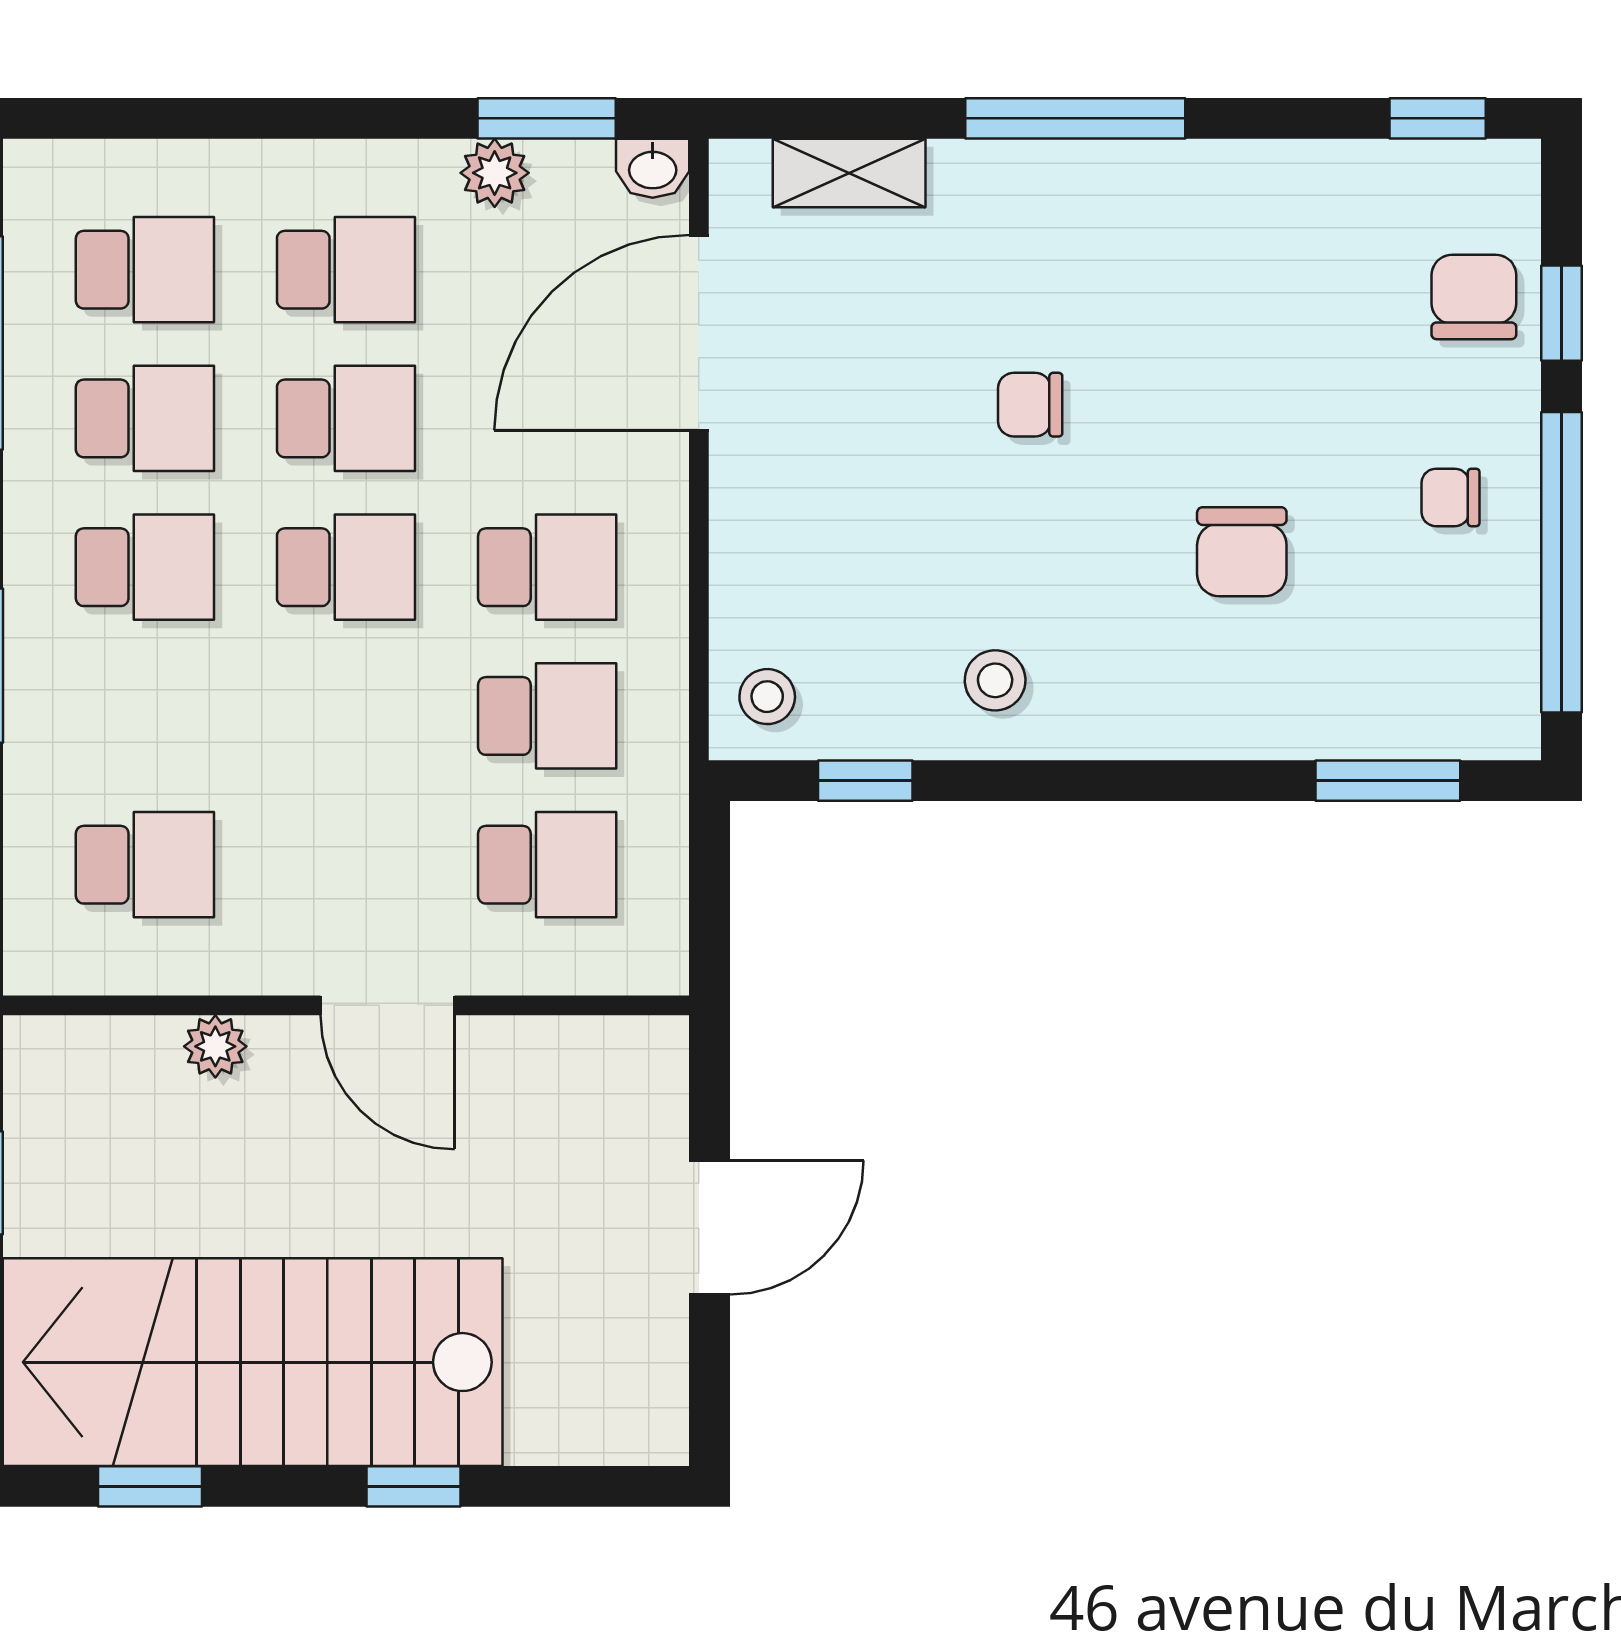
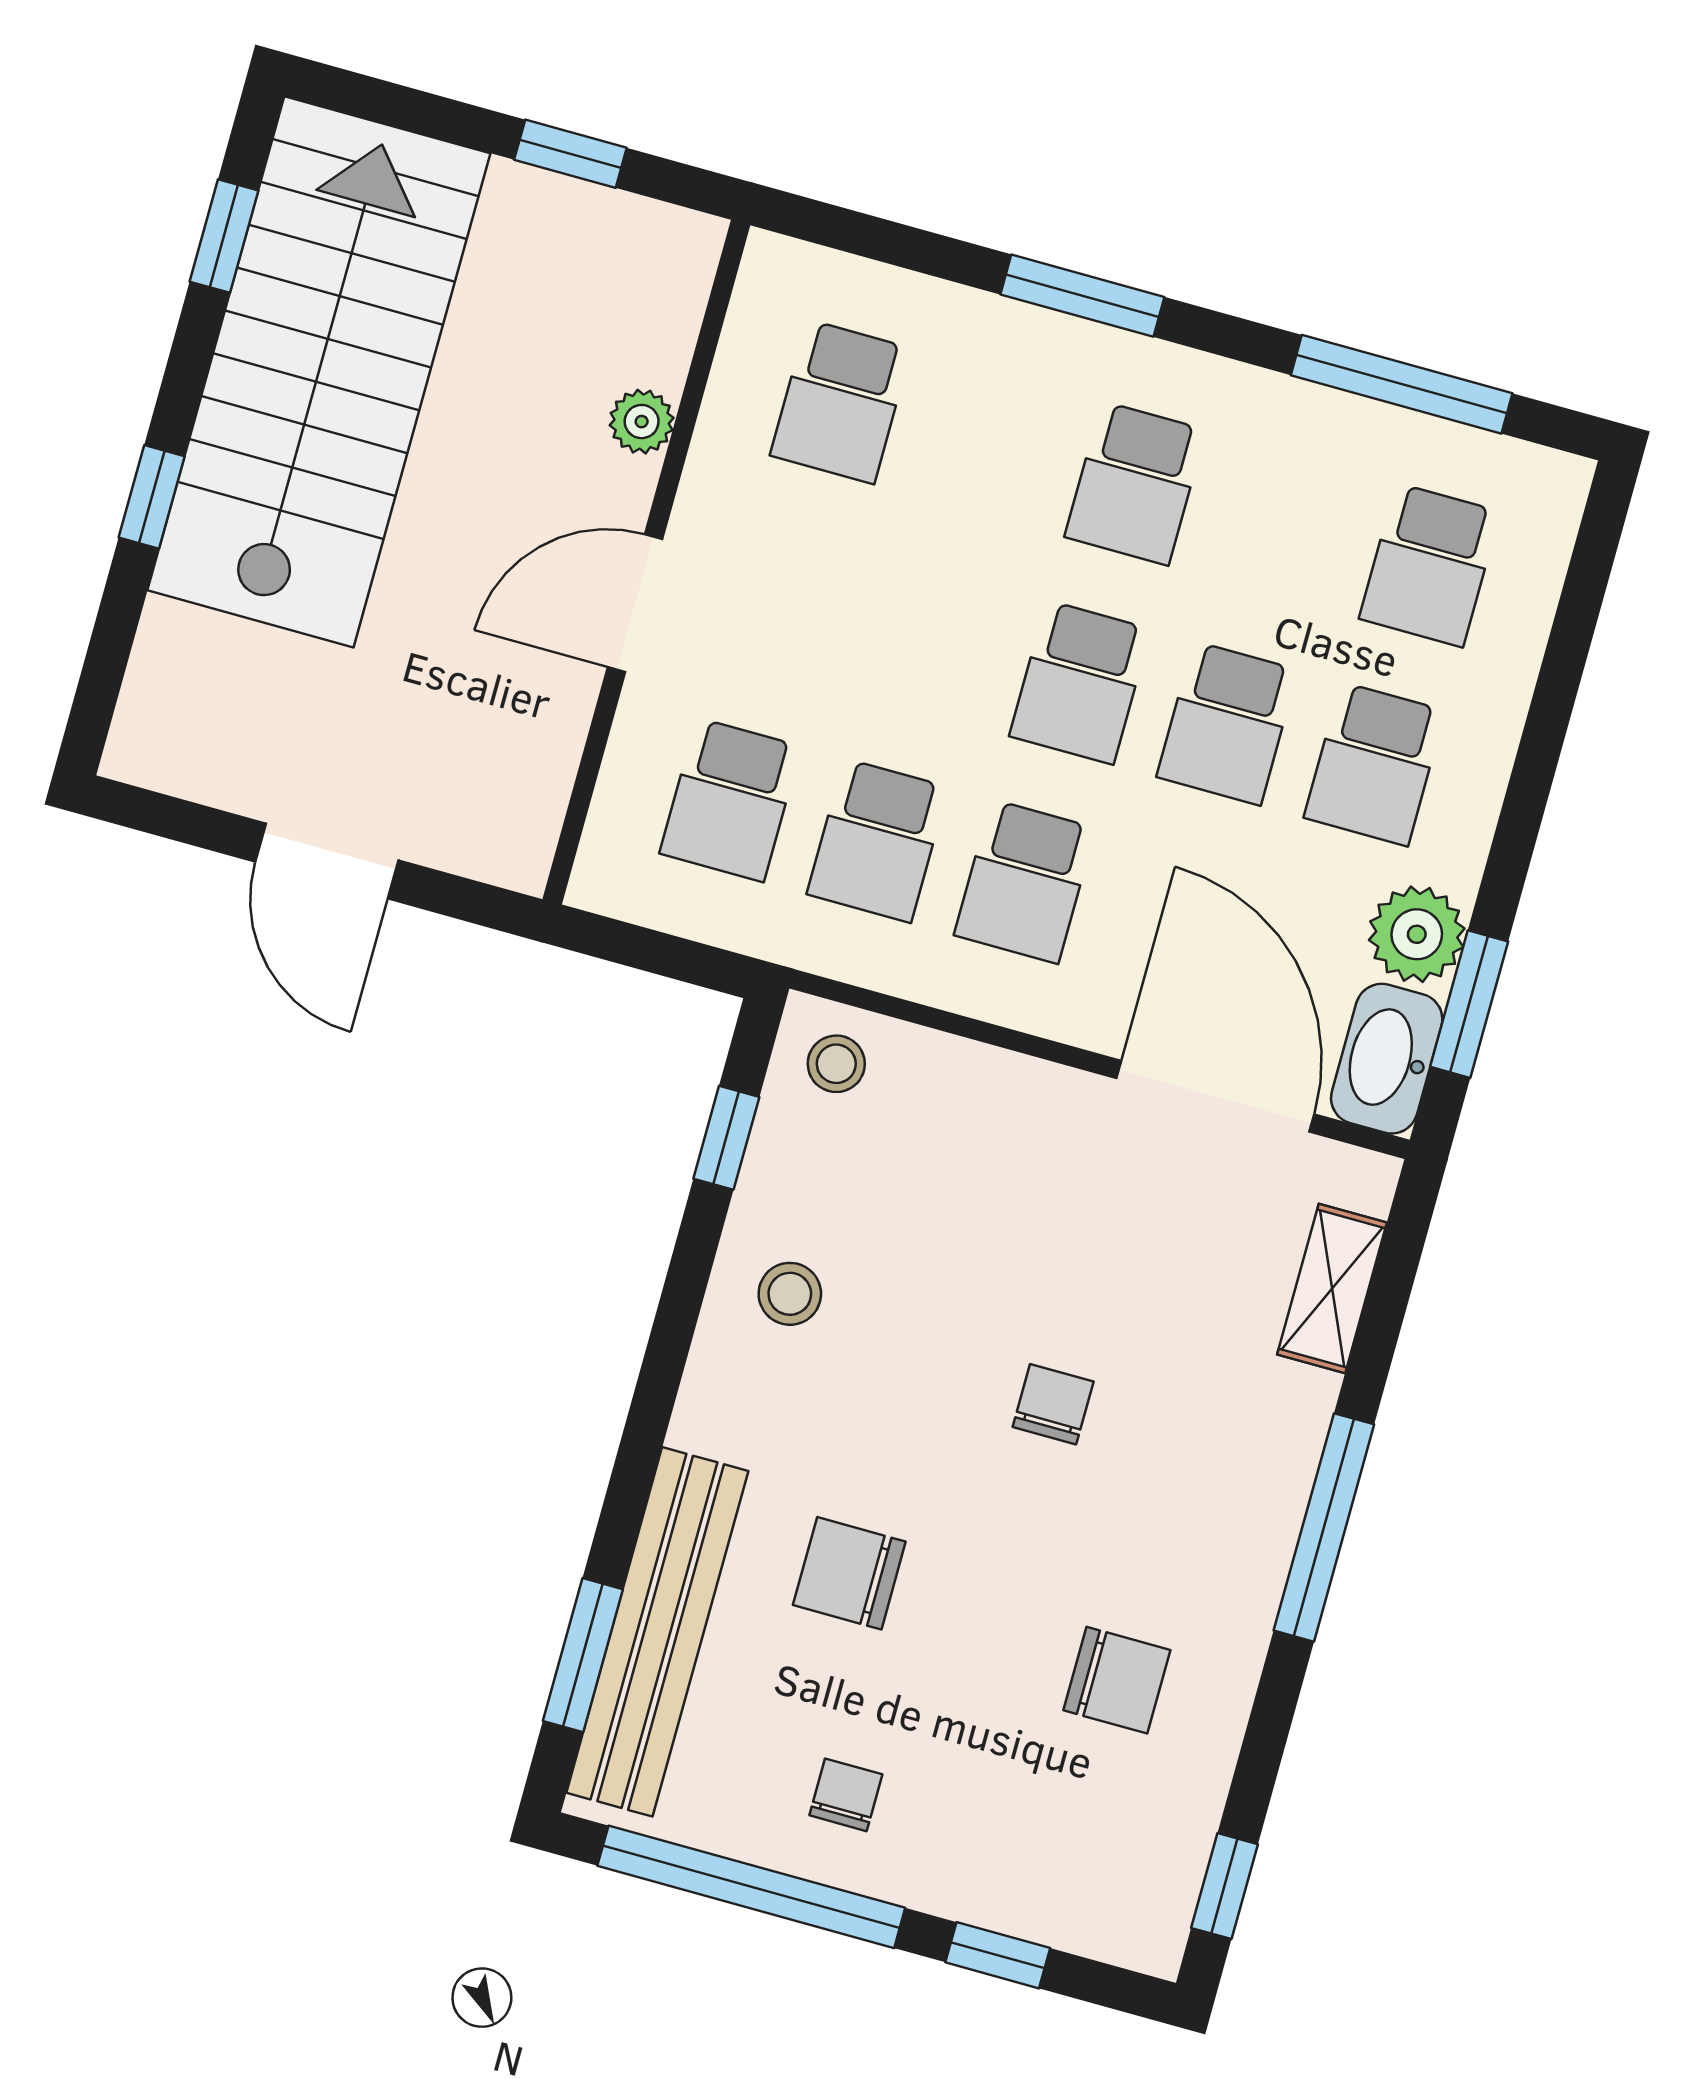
washbasin: (653, 168) -> (1387, 1059), width x1.91, depth x1.45
plant: (495, 173) -> (1417, 934), width x1.38, depth x1.38
chair: (1474, 297) -> (1117, 1680), moved
school desk: (145, 418) -> (1282, 524), removed
bench: (1347, 717) -> (657, 1632), added

